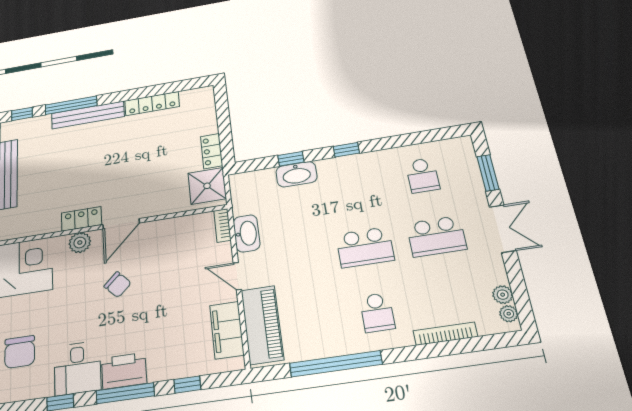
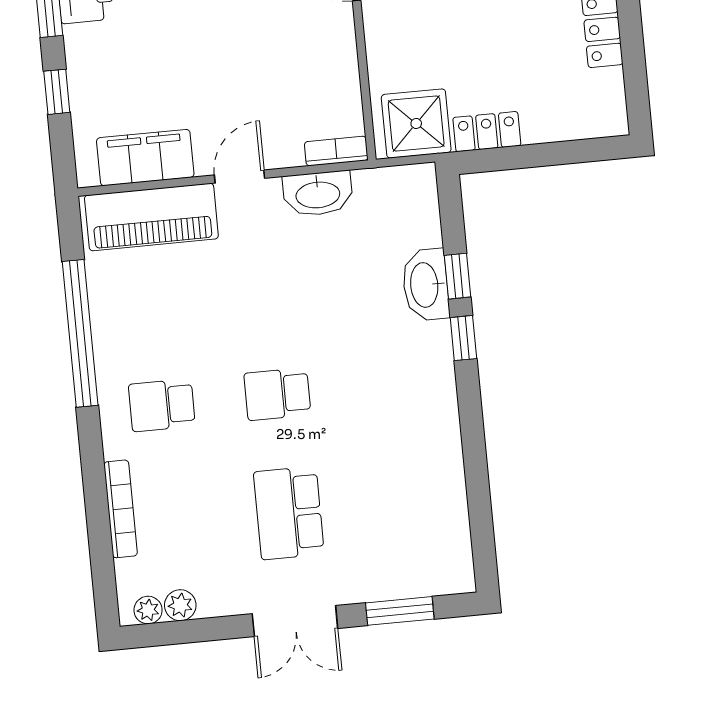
window: (346, 150) -> (463, 338), moved
school desk: (422, 175) -> (404, 502), removed
school desk: (365, 247) -> (277, 394), width x0.54

